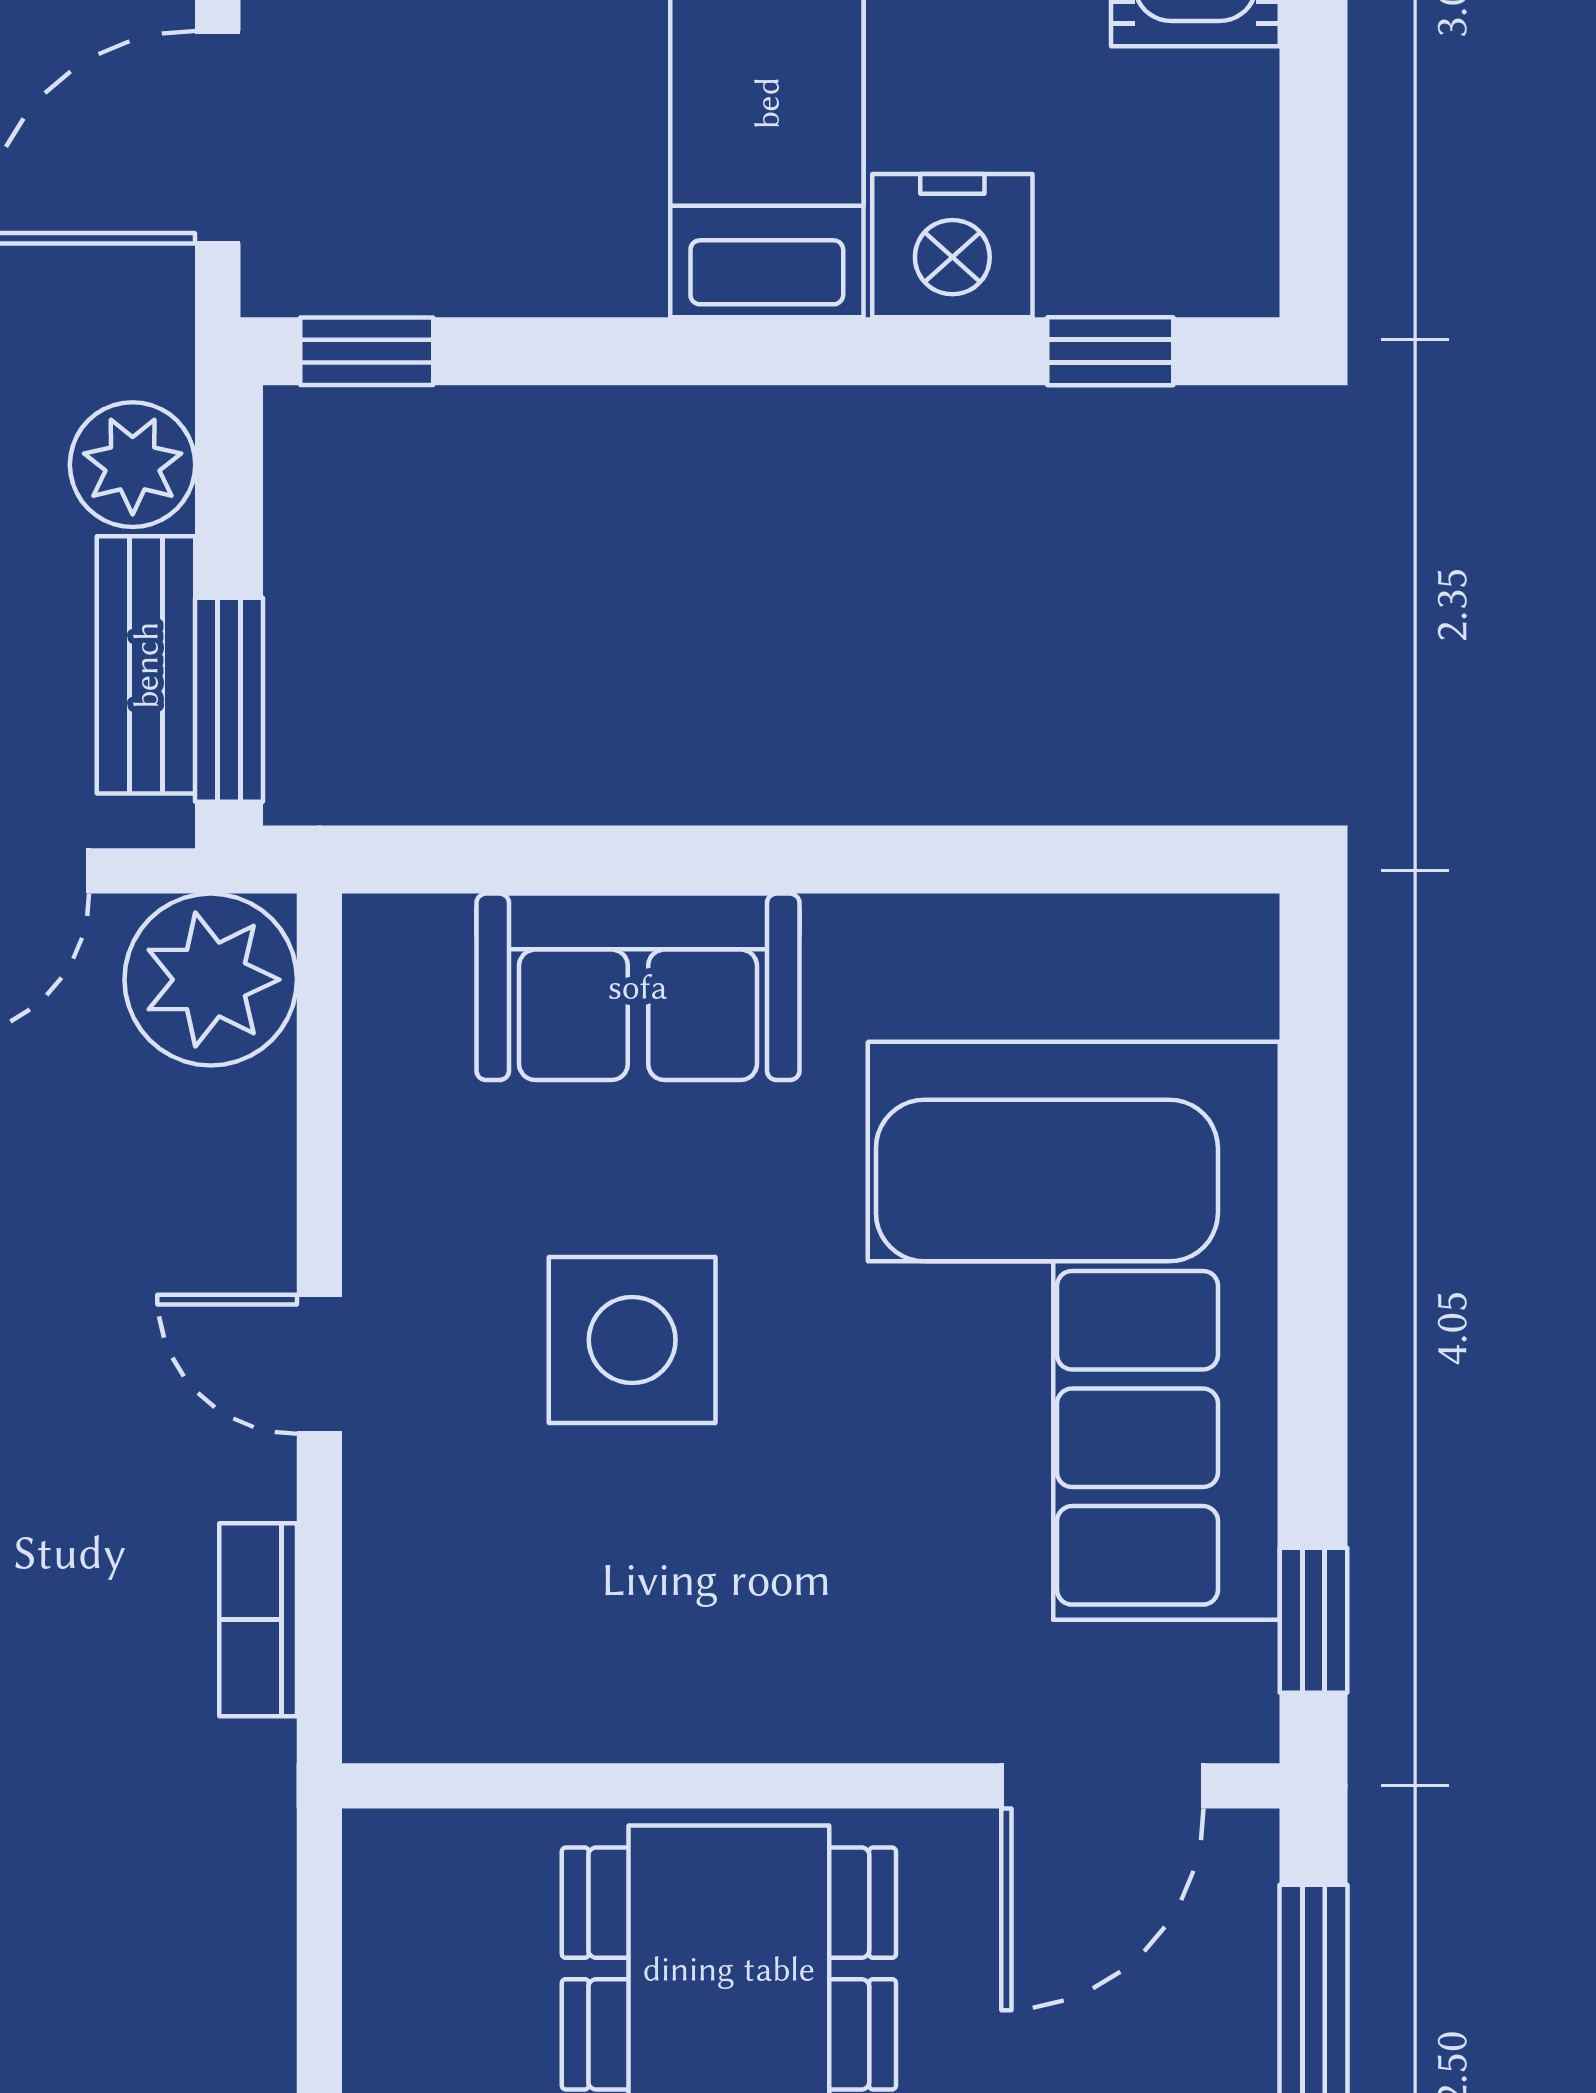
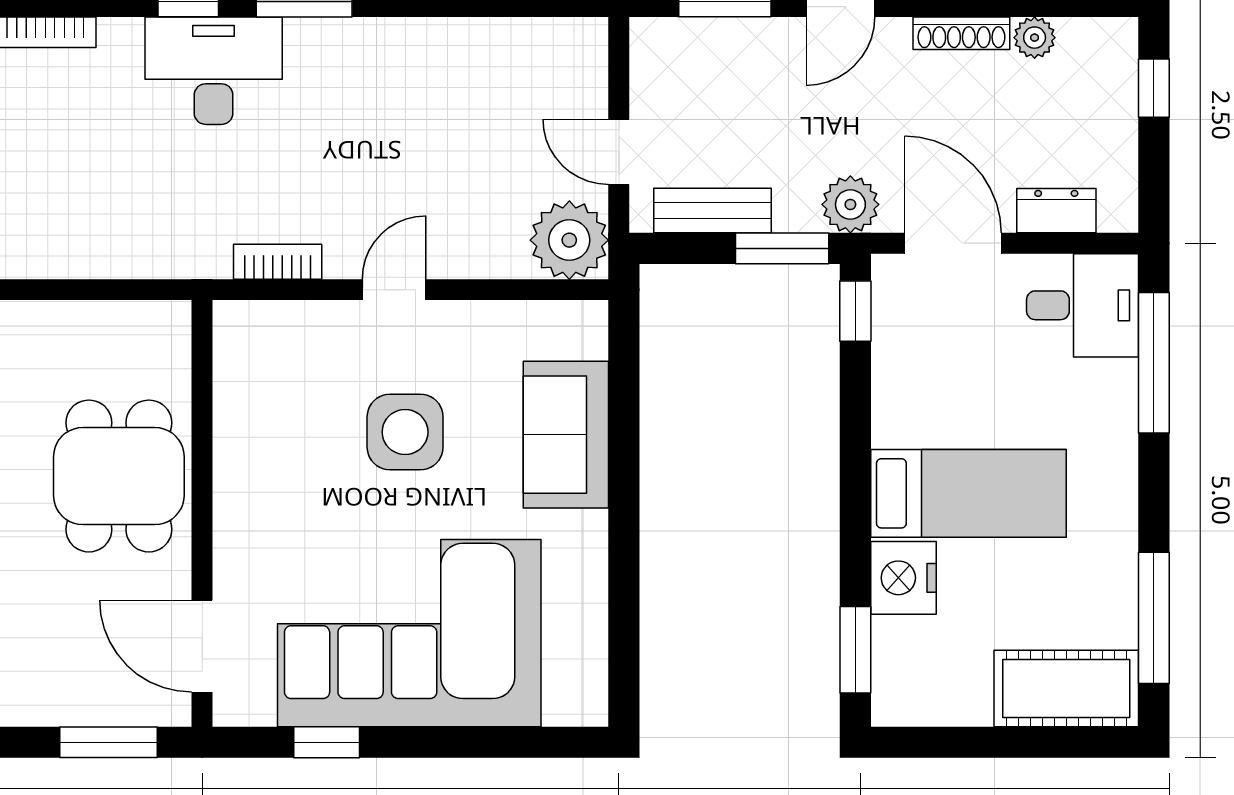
window: (1110, 351) -> (855, 650), width x1.50
plant: (133, 465) -> (850, 204), moved
window: (229, 700) -> (782, 248), moved
window: (1313, 1620) -> (327, 742), moved

